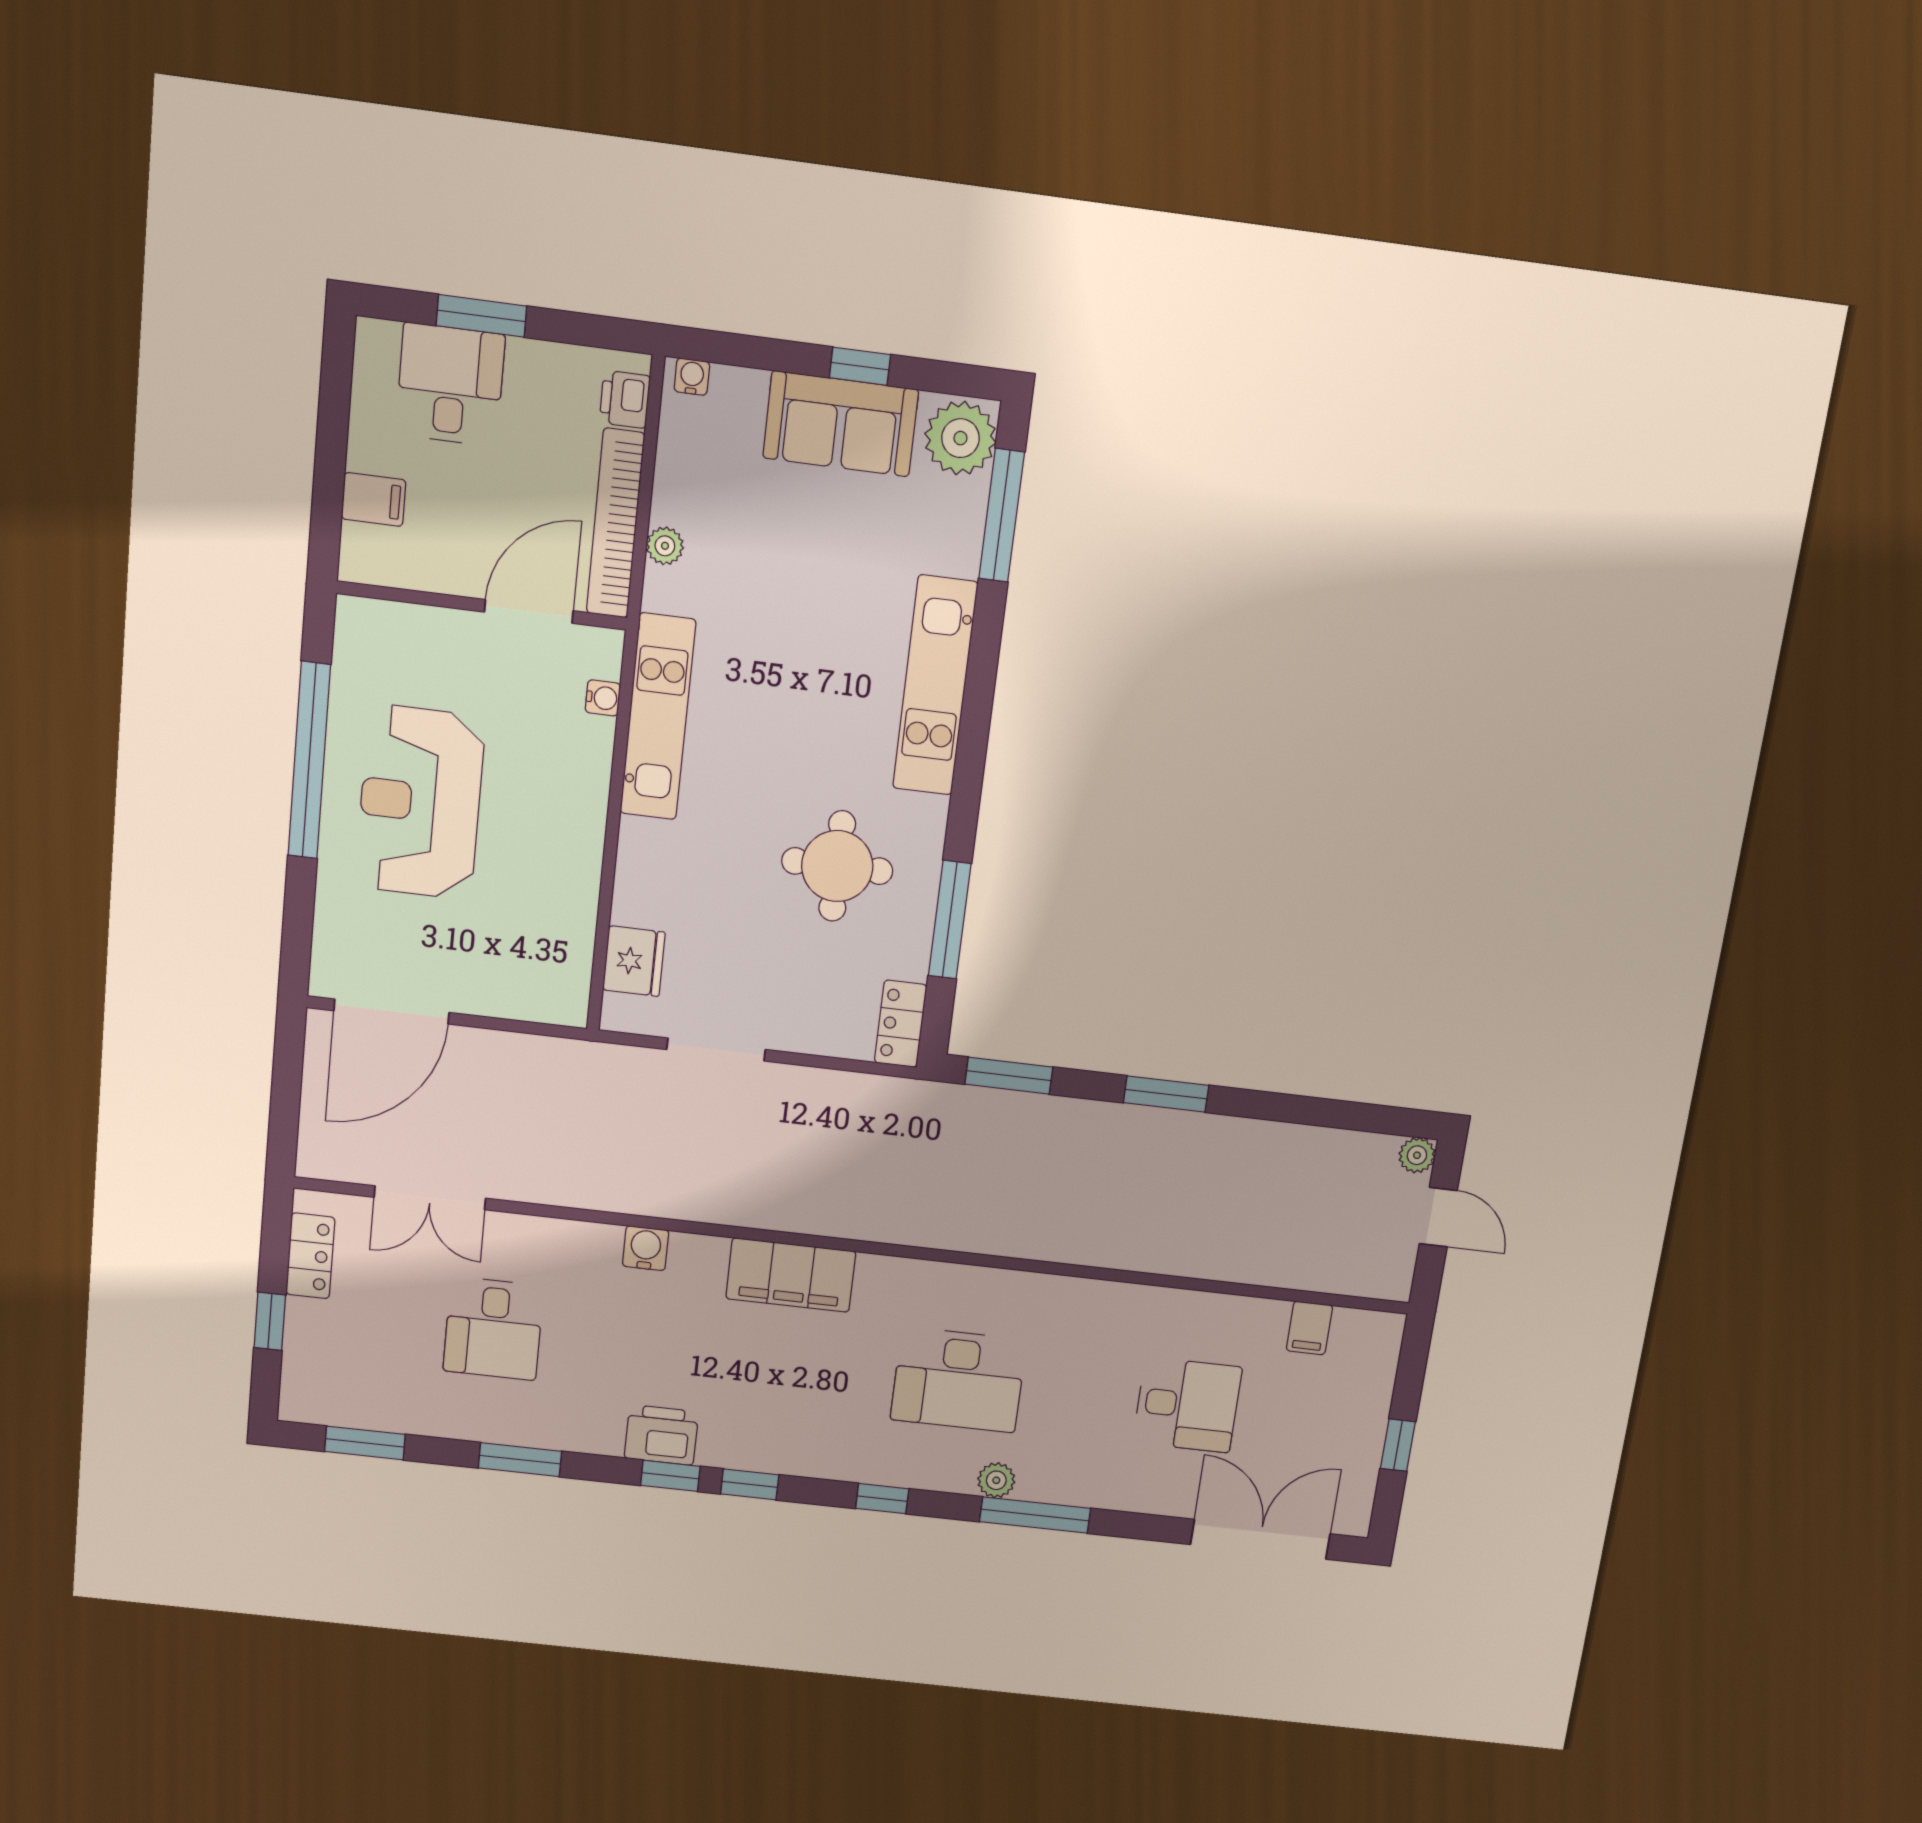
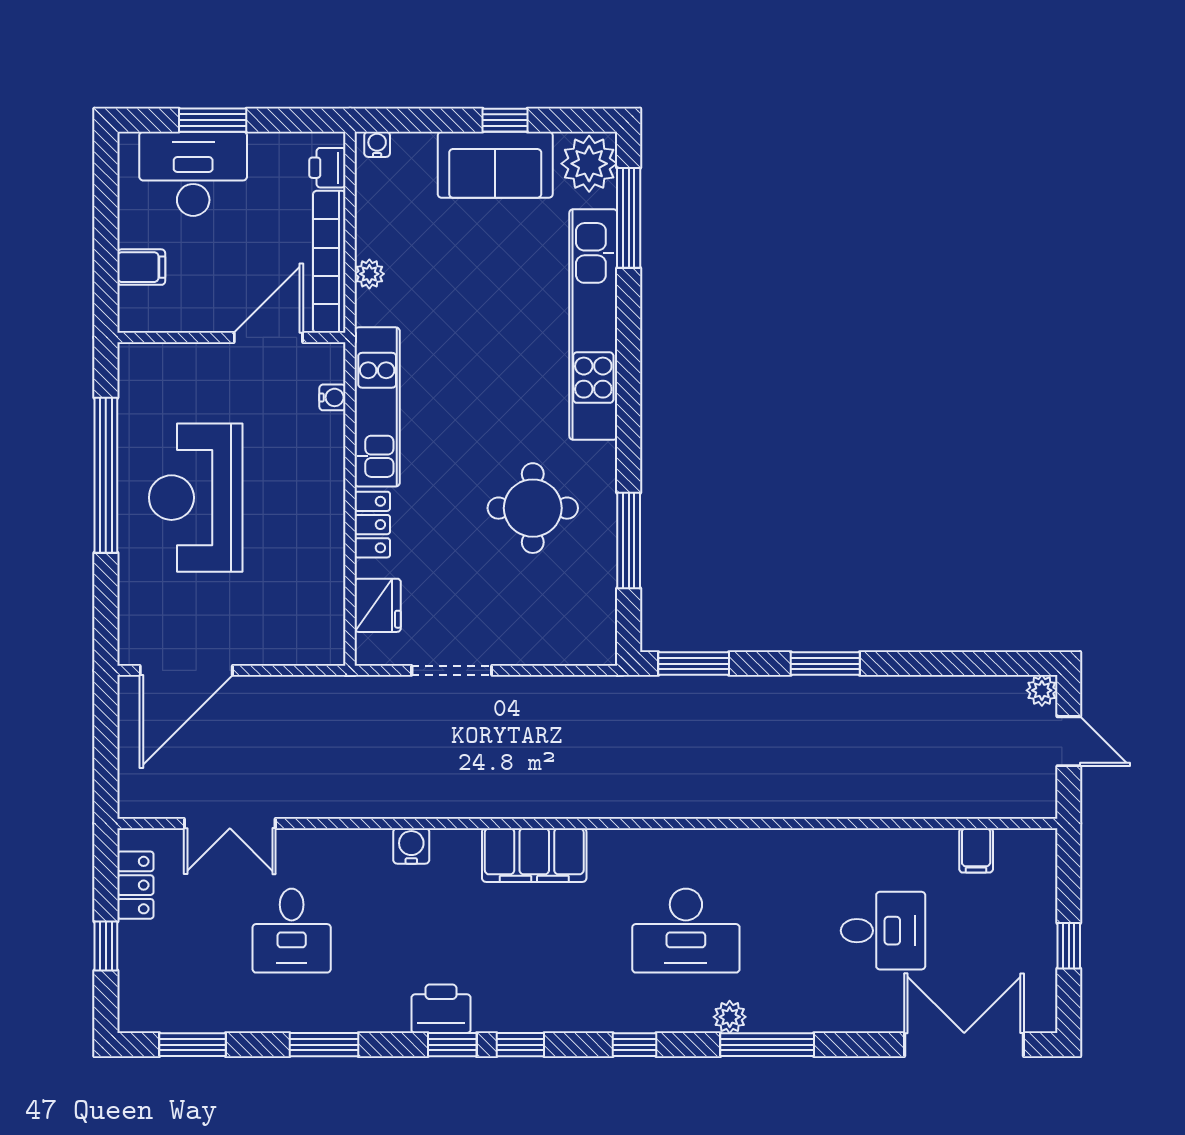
desk: (450, 385) -> (193, 174), width x1.37
kitchen unit: (935, 686) -> (593, 324), width x1.36
locker: (901, 1024) -> (372, 525), moved, turned 180

